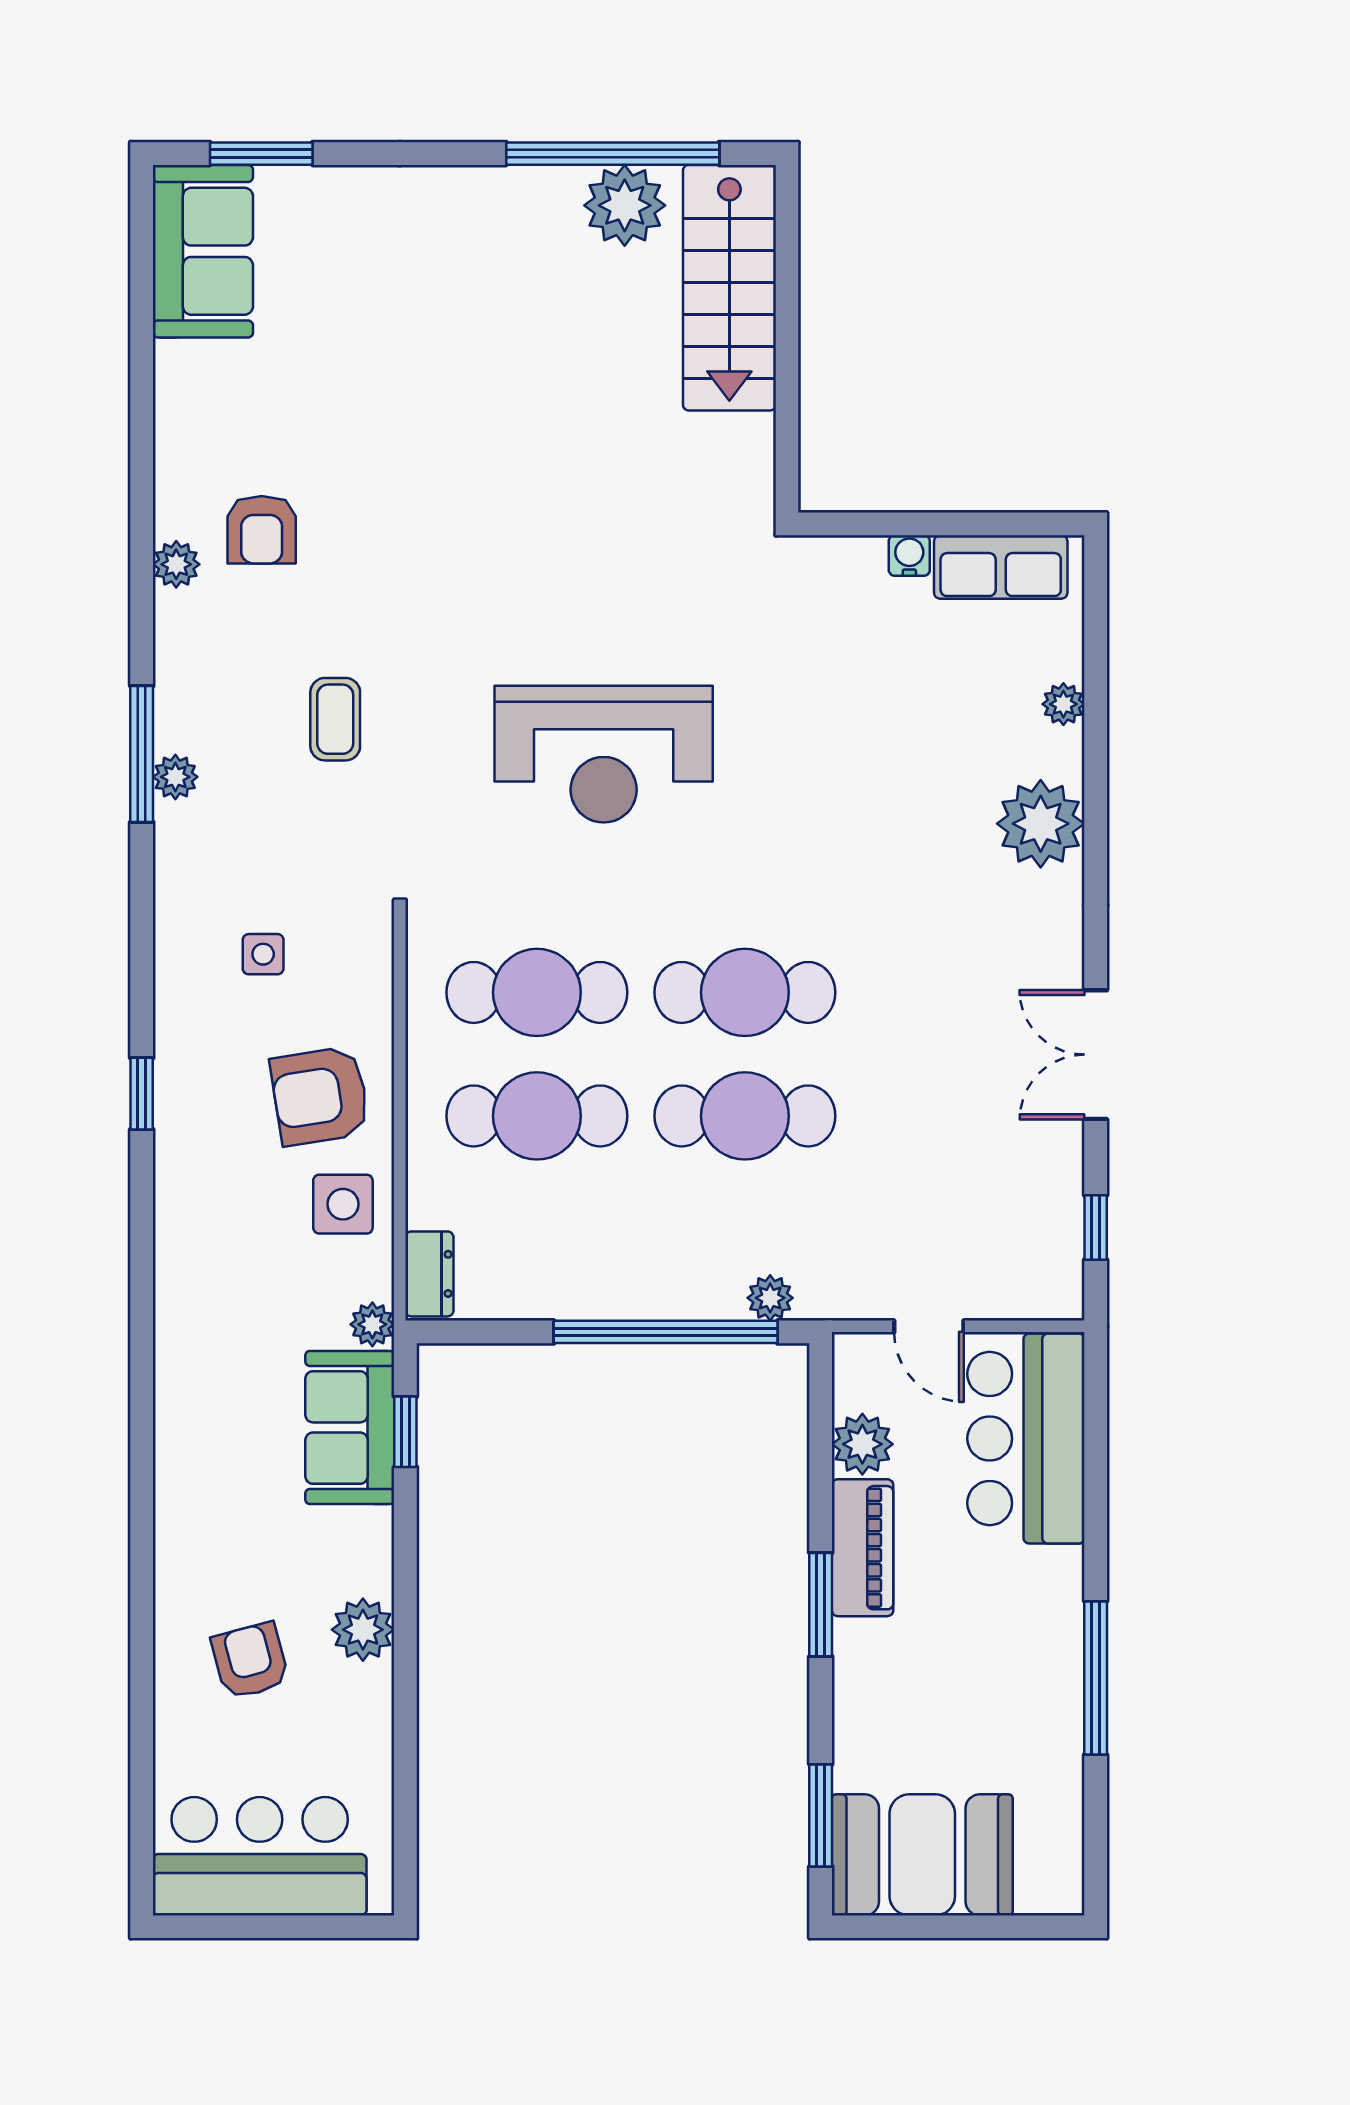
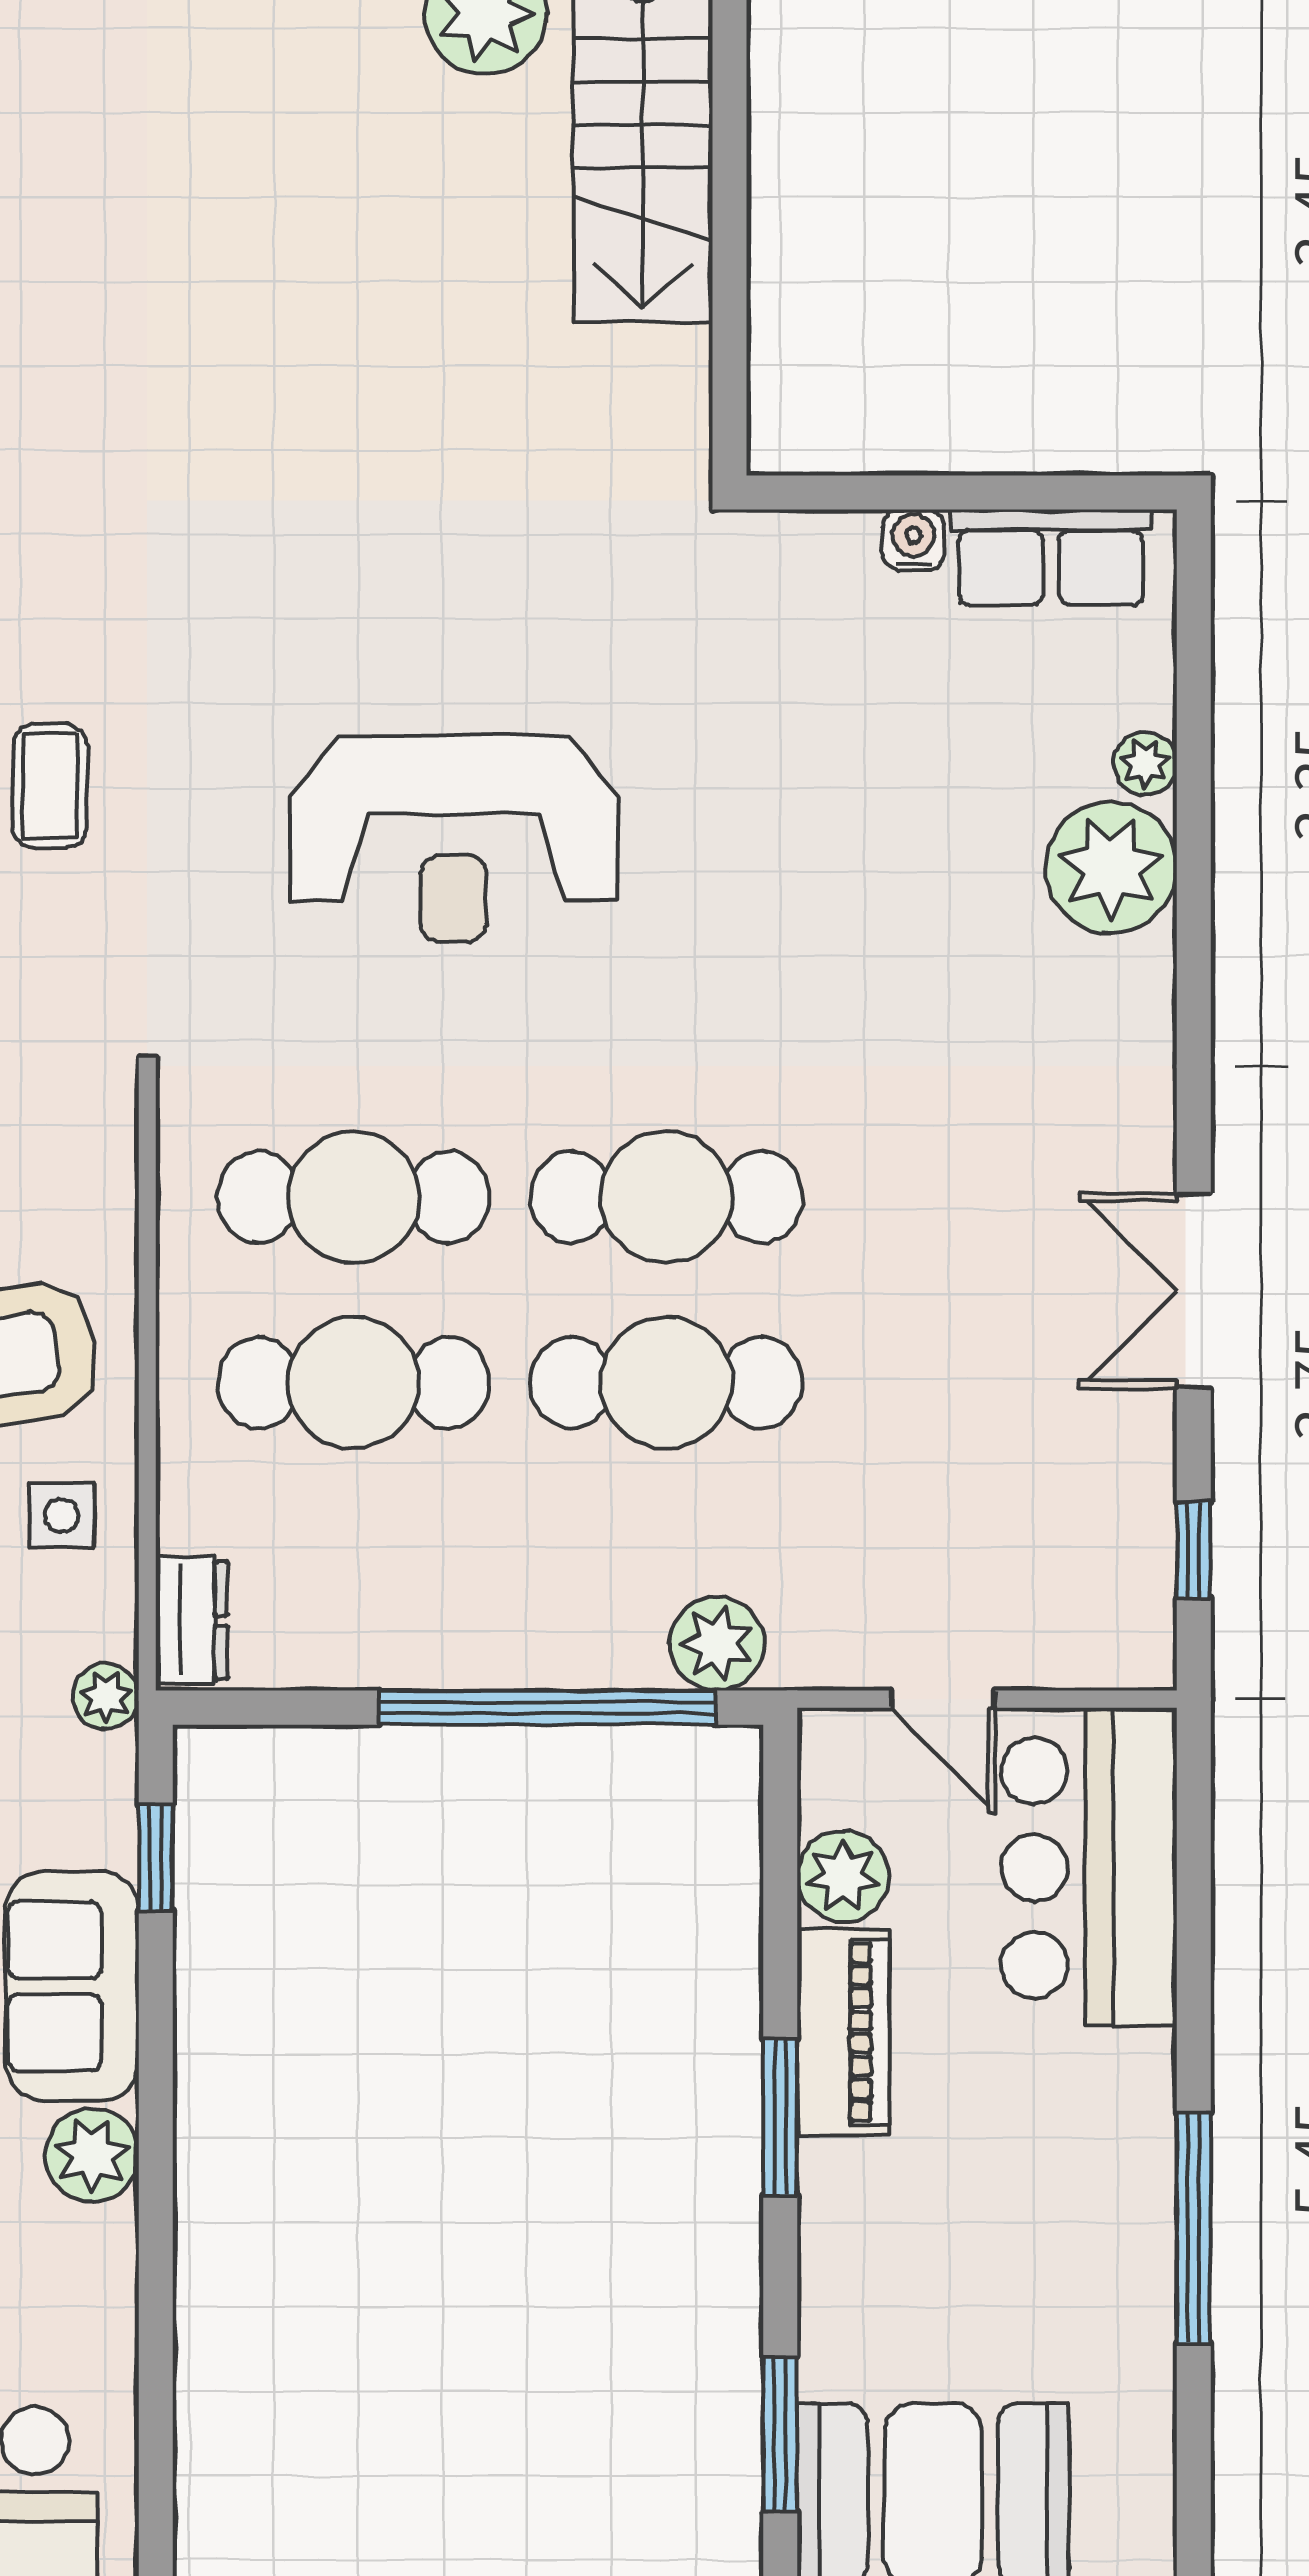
plant: (1041, 824) -> (1111, 868), moved
side table: (343, 1204) -> (62, 1515), width x0.73, depth x0.73
plant: (770, 1298) -> (717, 1644), width x1.38, depth x1.38
sofa: (350, 1427) -> (72, 1986), moved

